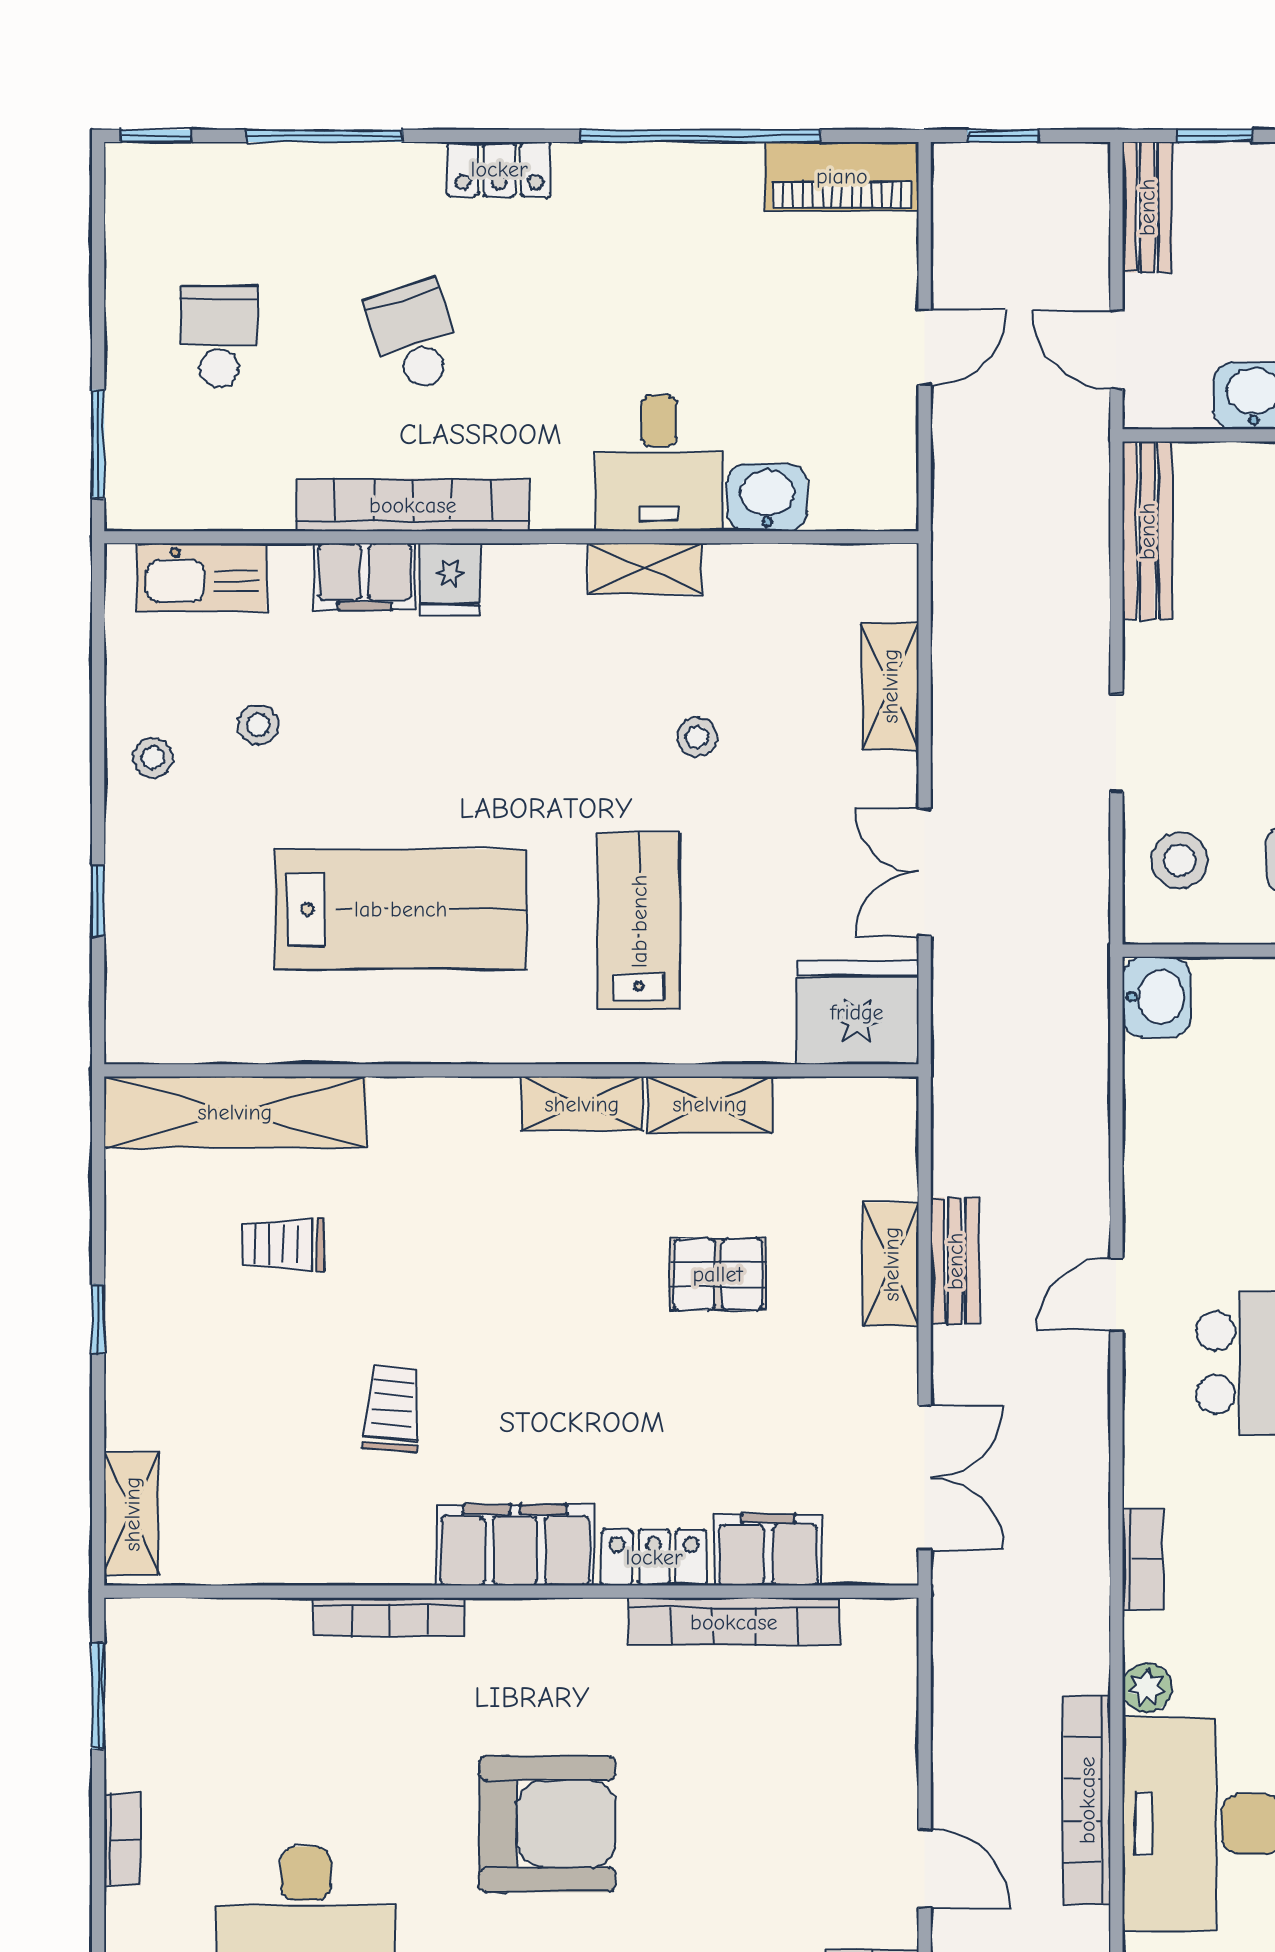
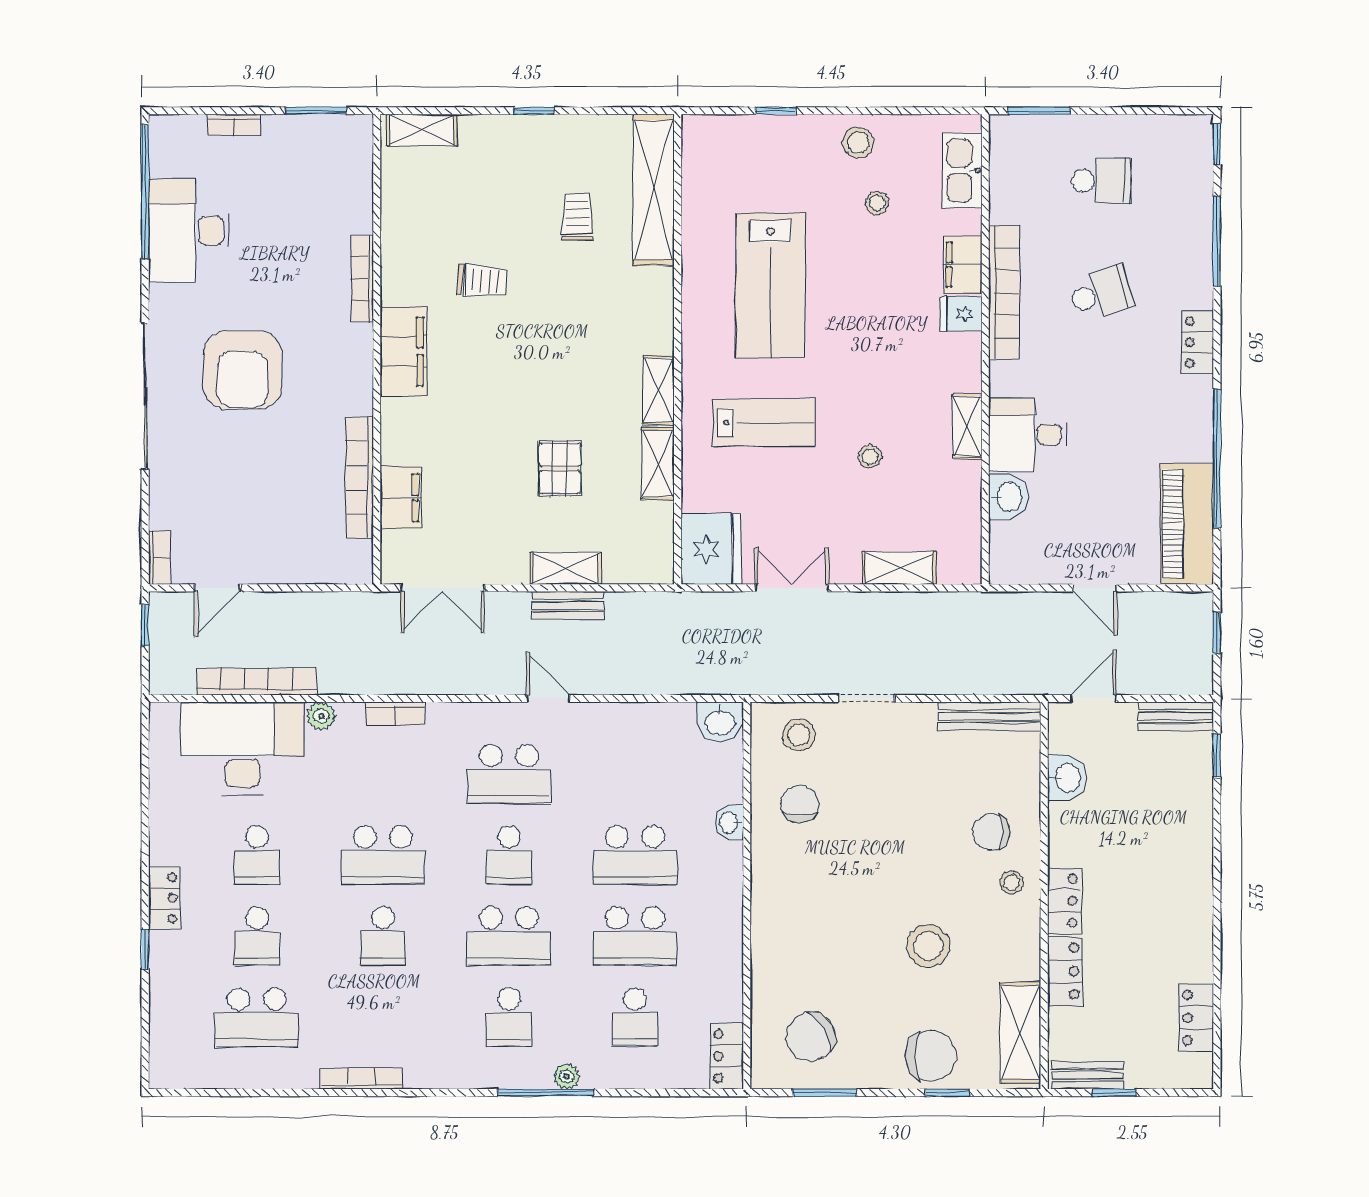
piano: (842, 176) -> (1187, 524), width x1.37, depth x1.33
stool: (153, 758) -> (858, 142), width x1.37, depth x1.37
locker: (654, 1557) -> (396, 432), removed

